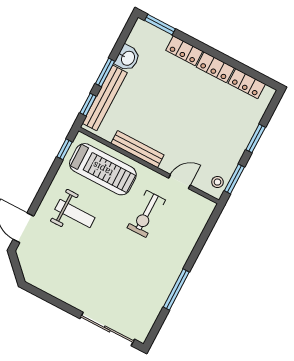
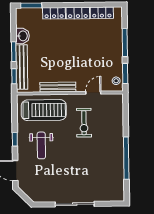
window: (256, 138) -> (125, 43), width x1.44
window: (65, 149) -> (15, 139), moved
weight bench: (75, 213) -> (41, 145), turned 90
window: (176, 290) -> (126, 158), width x1.46
sliding door: (107, 329) -> (75, 204), moved

